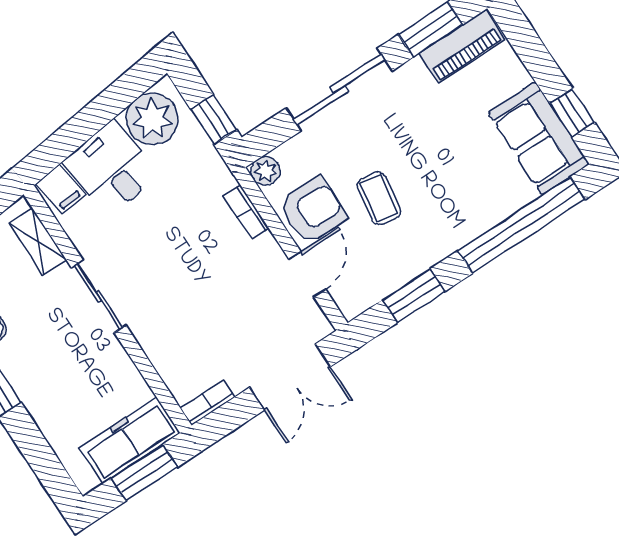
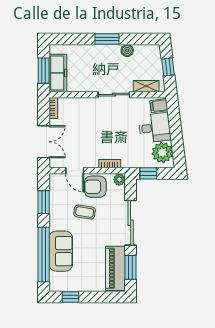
piano: (462, 46) -> (115, 268), width x1.37, depth x1.33
sofa: (539, 138) -> (61, 251), moved, turned 90
armchair: (313, 211) -> (95, 187), turned 90
double door: (290, 377) -> (44, 142), swing flipped

